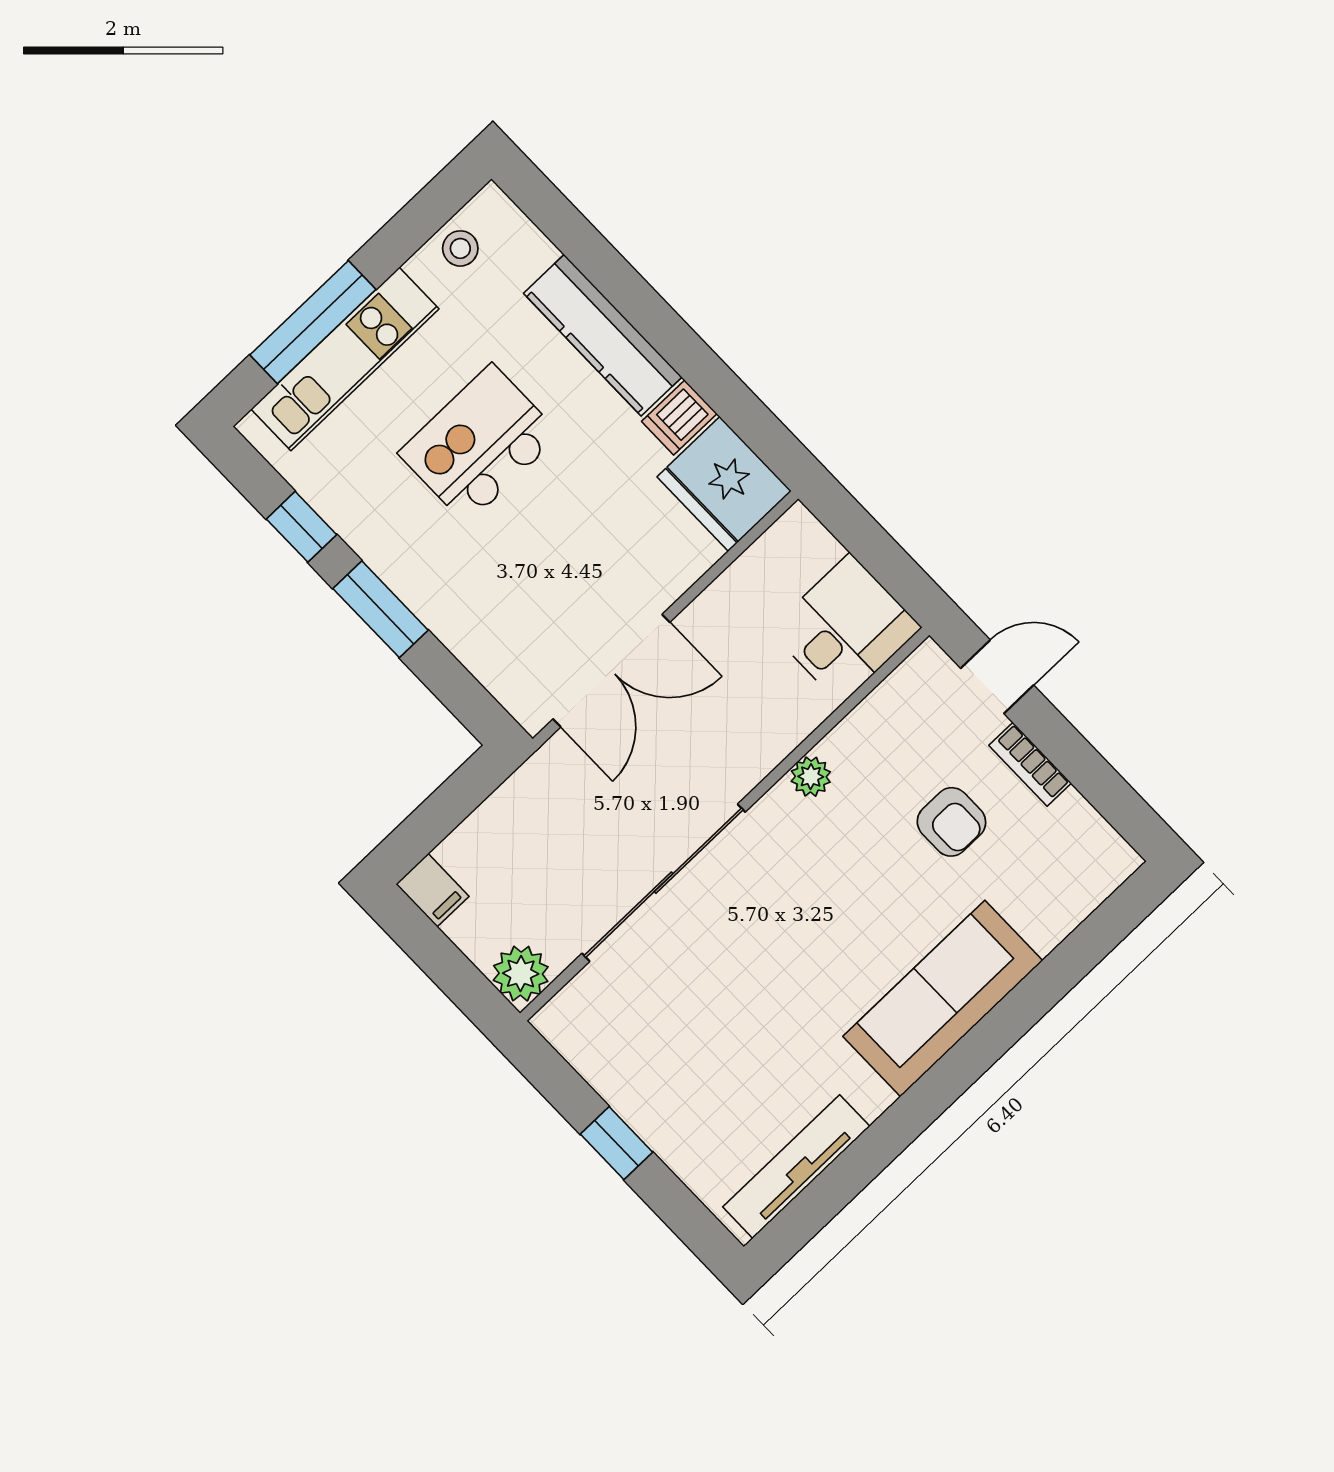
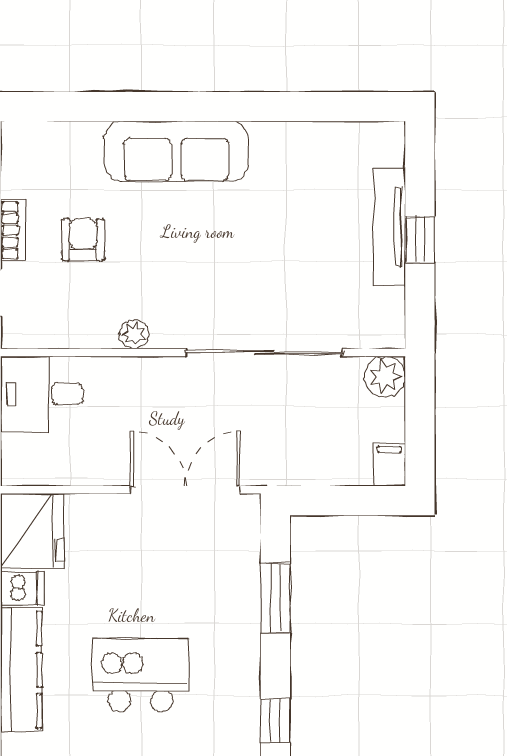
kitchen island: (479, 444) -> (140, 675), turned 180
window: (381, 609) -> (275, 598), moved
tv unit: (796, 1167) -> (390, 227), moved, turned 90

